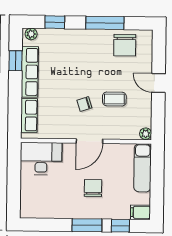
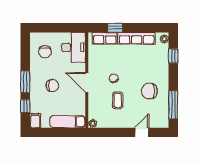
window: (105, 23) -> (173, 105), moved
chair: (125, 45) -> (149, 91), moved
window: (16, 61) -> (115, 28), moved
door: (158, 83) -> (142, 132), moved
chair: (46, 198) -> (45, 52), added

